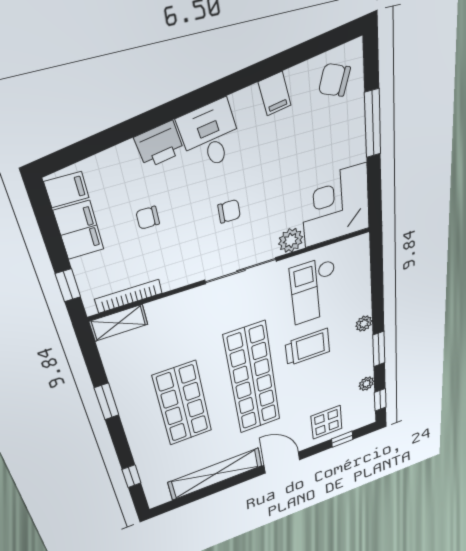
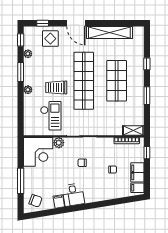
desk: (210, 135) -> (73, 195), moved
printer: (159, 145) -> (103, 194), removed
window: (132, 476) -> (147, 64), moved

